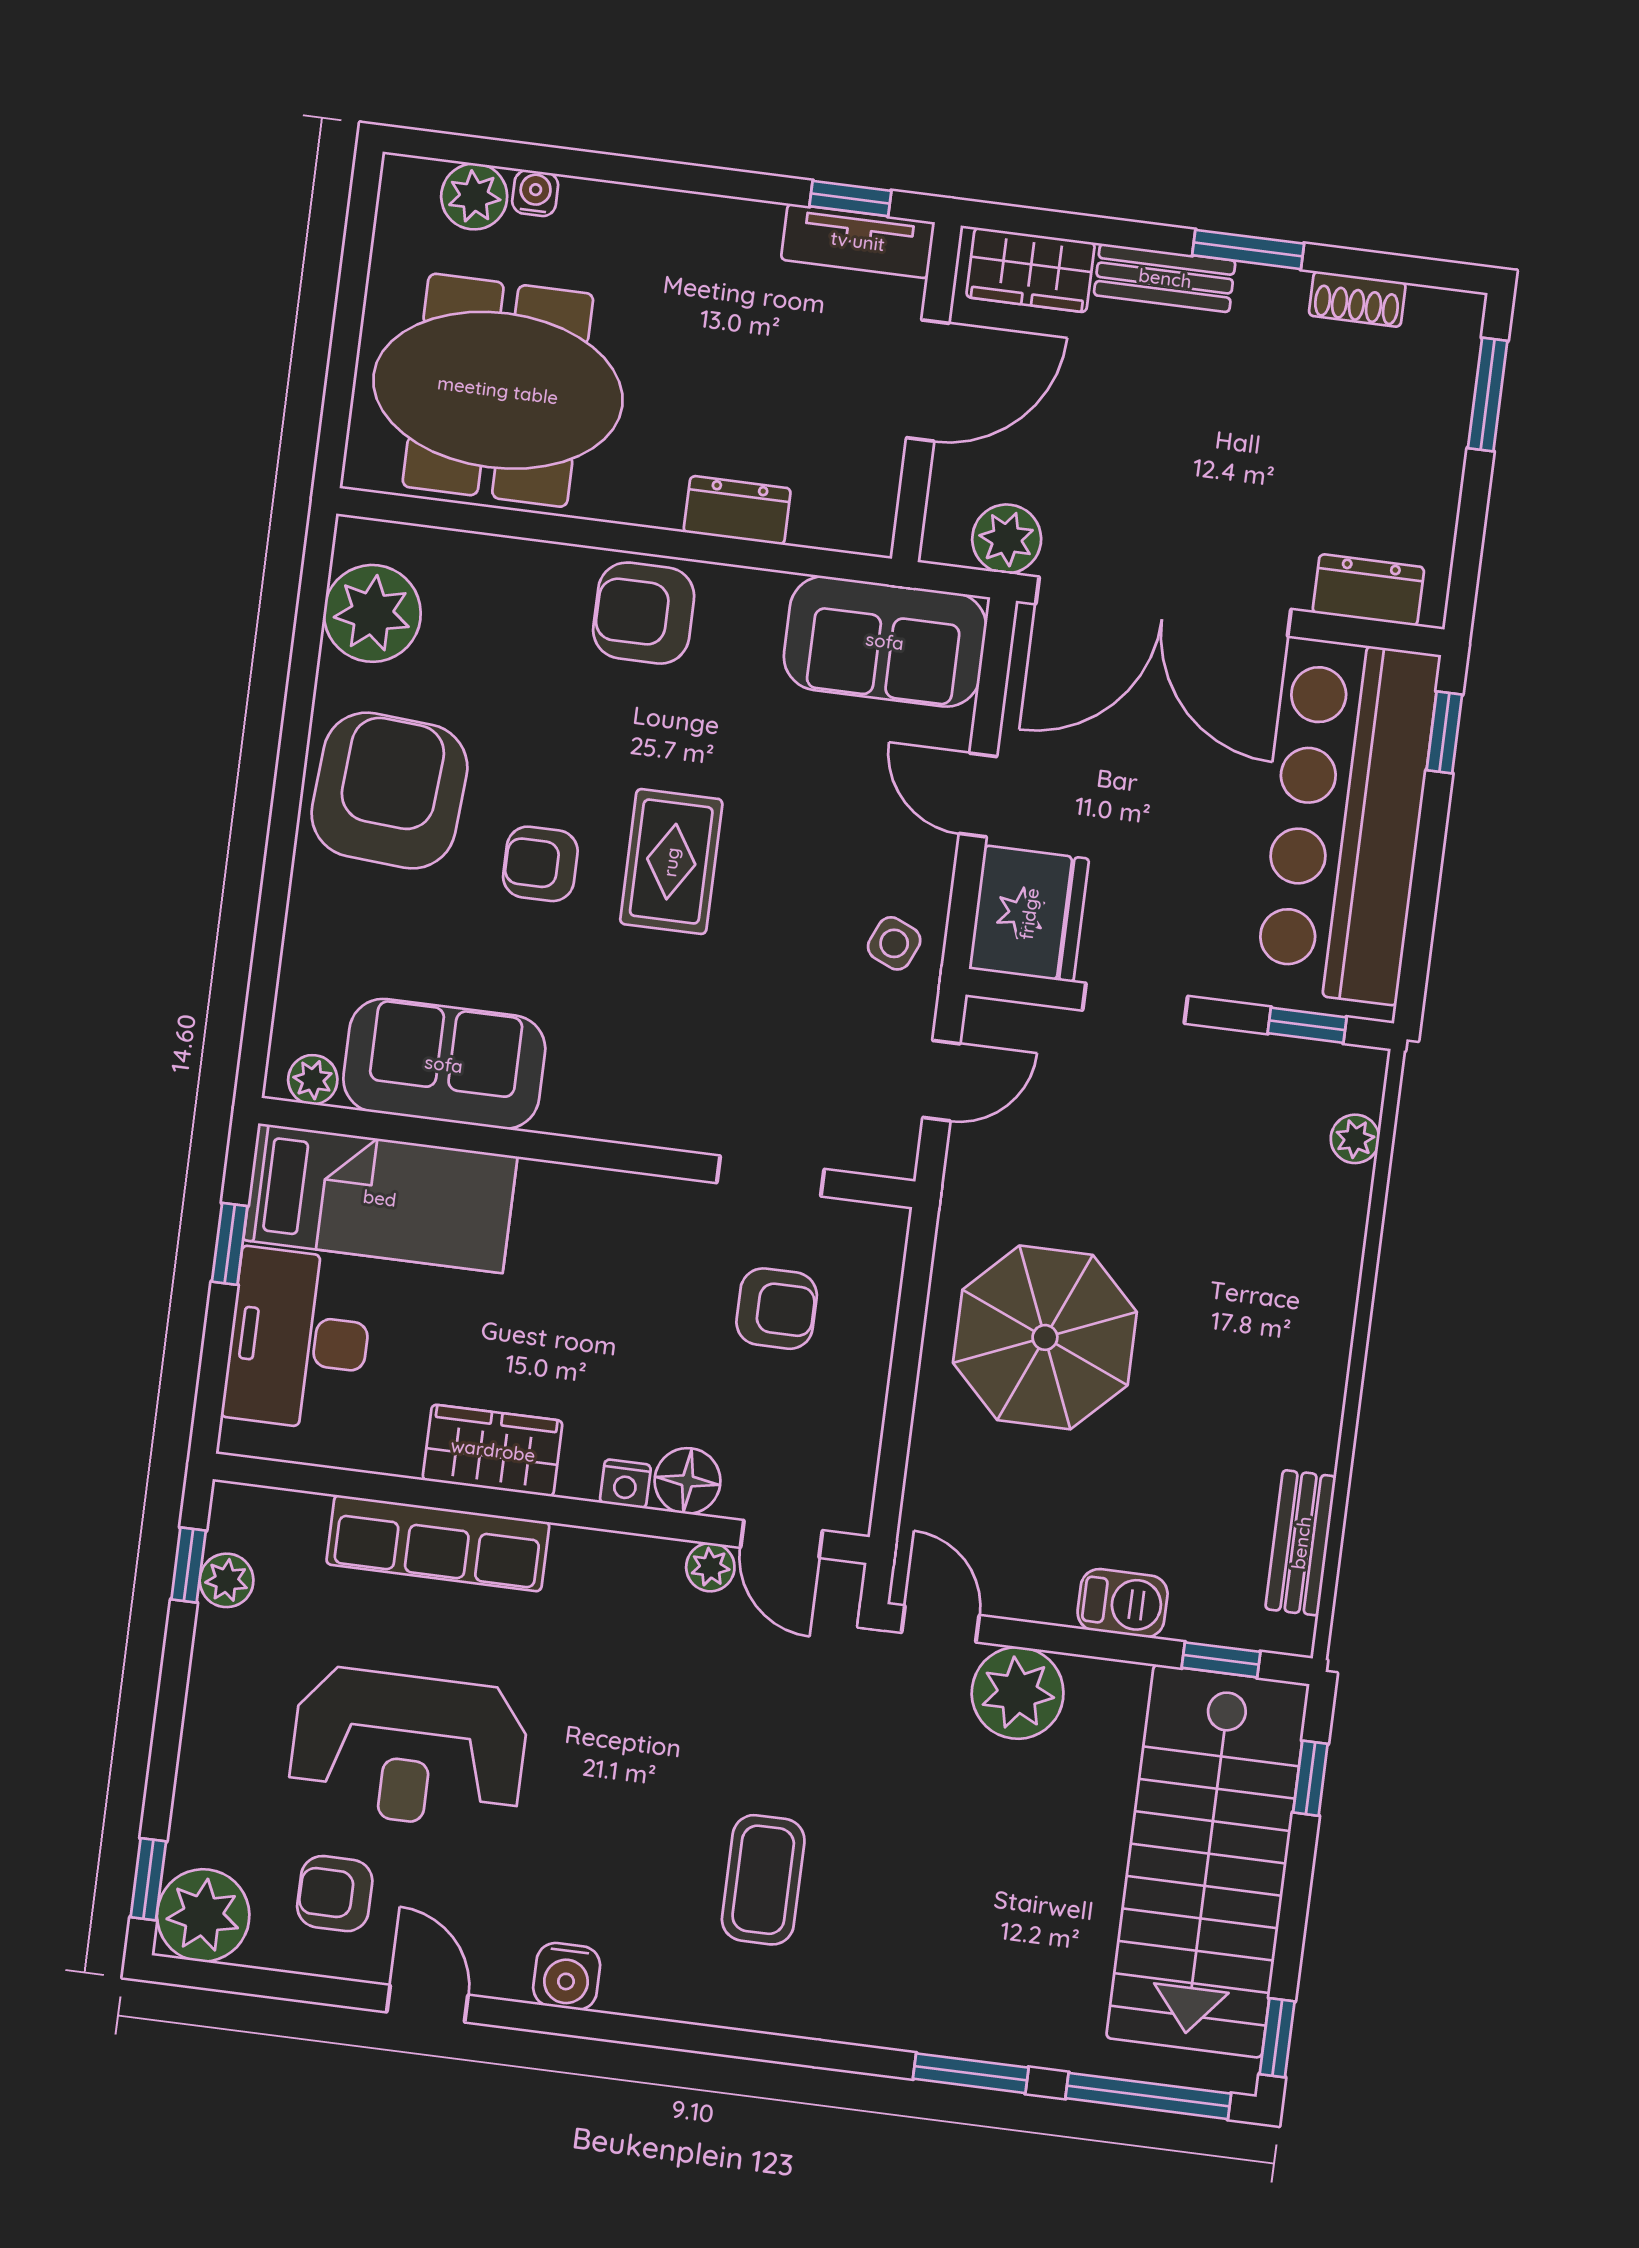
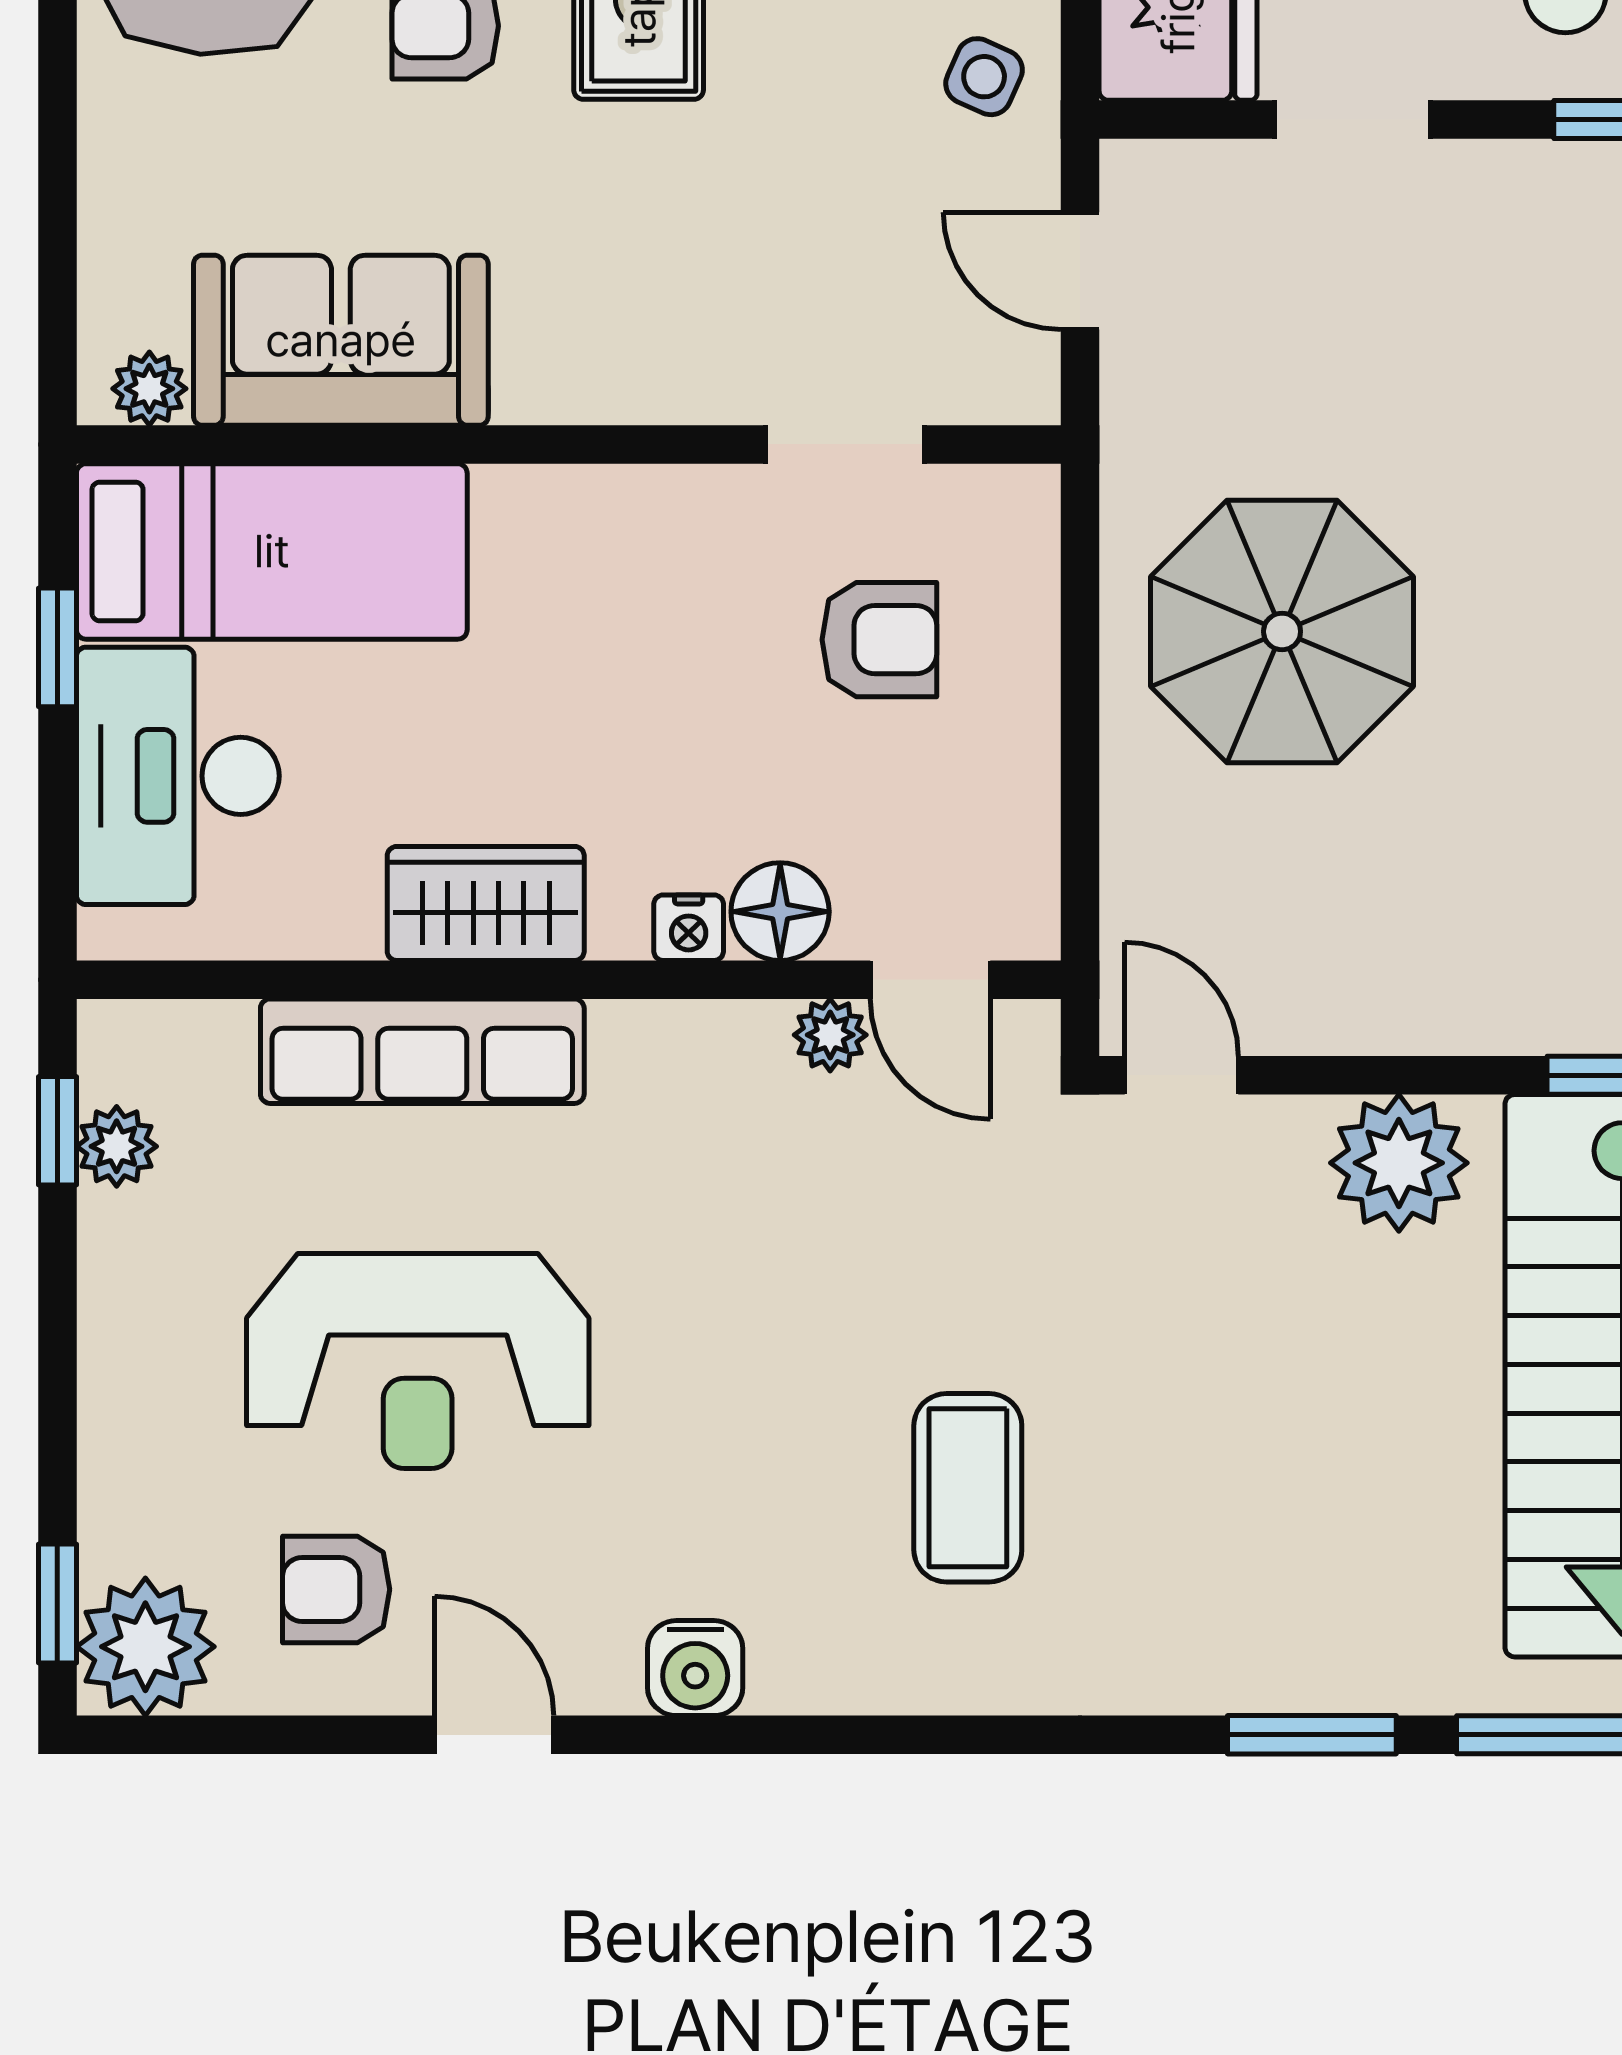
door: (941, 1081) -> (1080, 271), swing flipped
barbecue: (1123, 1603) -> (1447, 1010), removed
plant: (1018, 1693) -> (1399, 1163), moved

